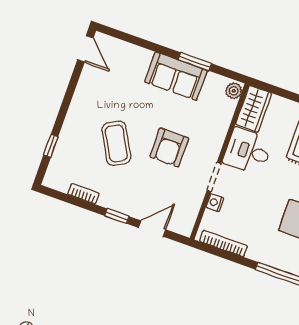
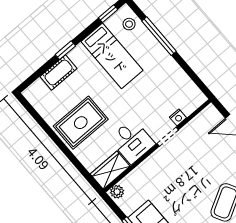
armchair: (169, 147) -> (188, 177), removed
bookcase: (223, 243) -> (189, 84), removed

